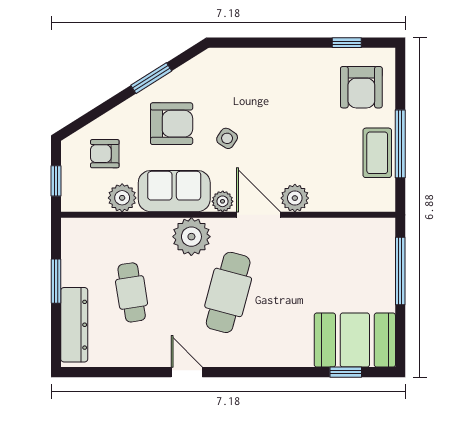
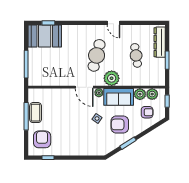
plant: (295, 198) -> (152, 94), moved

